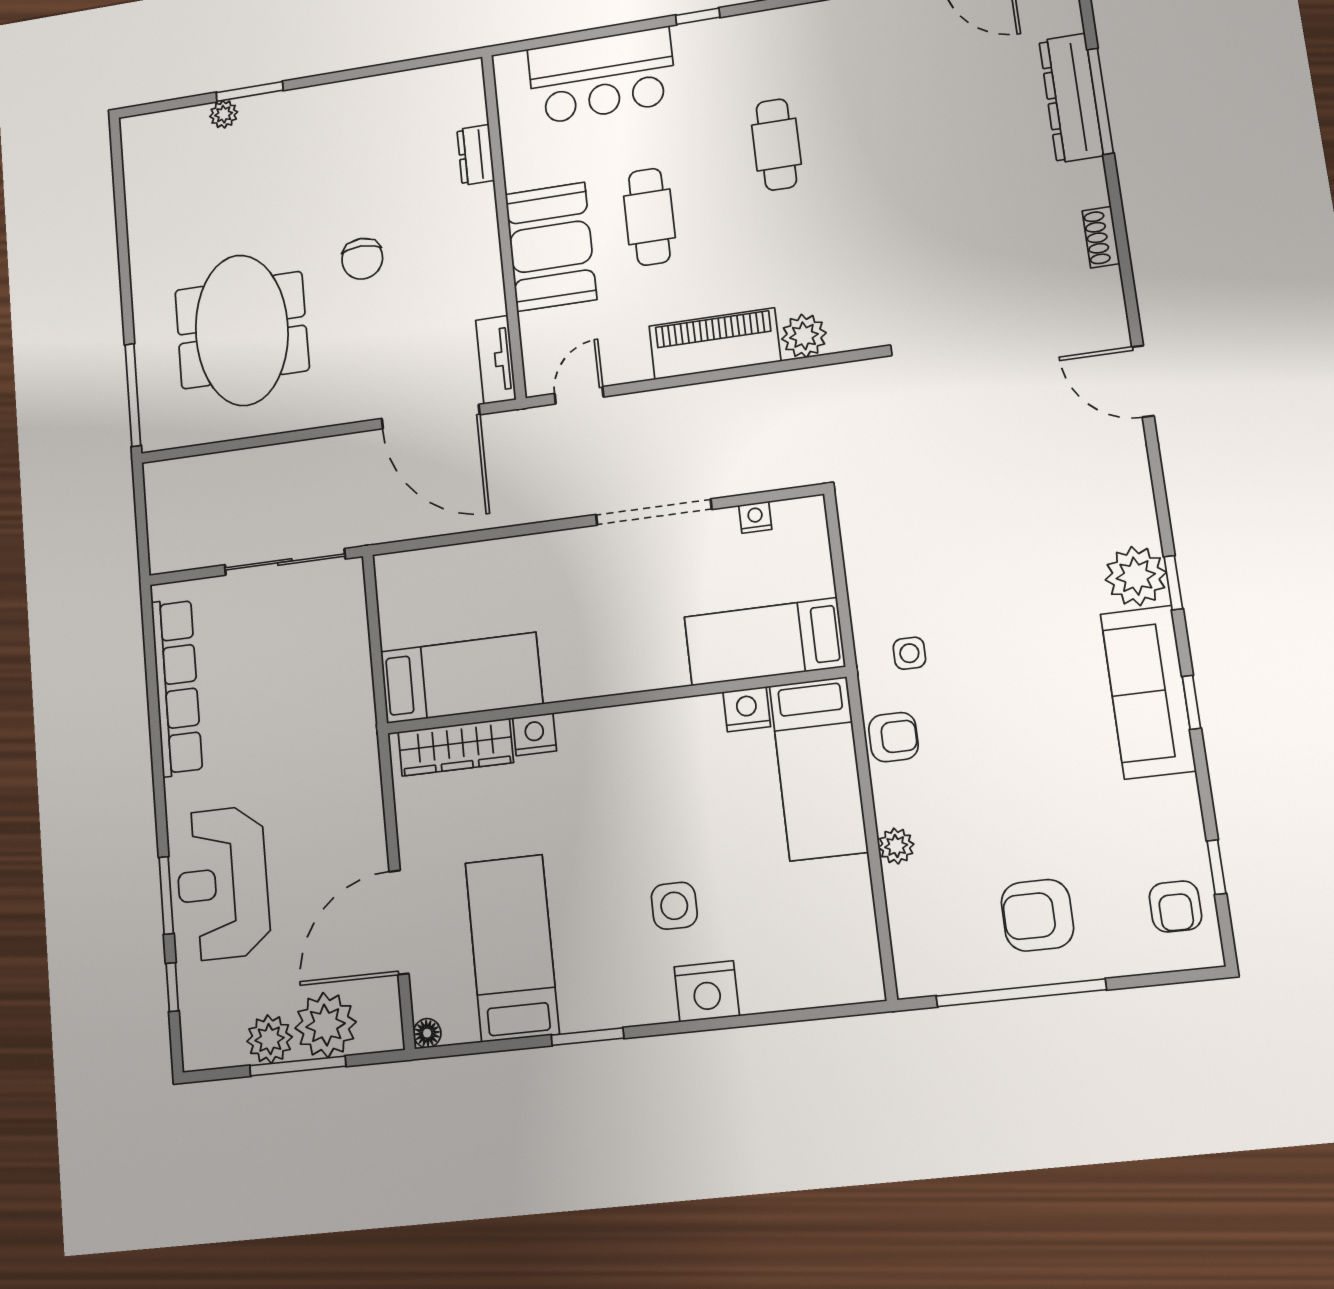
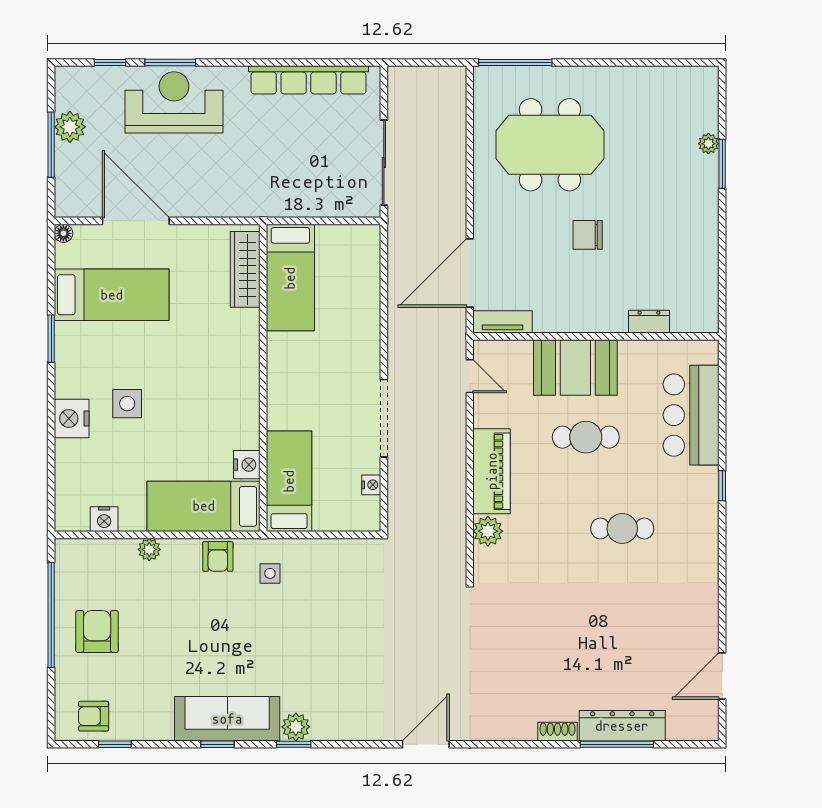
shoe rack: (1101, 237) -> (558, 732), moved
plant: (1136, 576) -> (296, 727), width x0.73, depth x0.73
nightstand: (535, 734) -> (104, 519), moved, turned 90
plant: (326, 1025) -> (75, 166), removed

